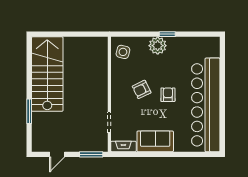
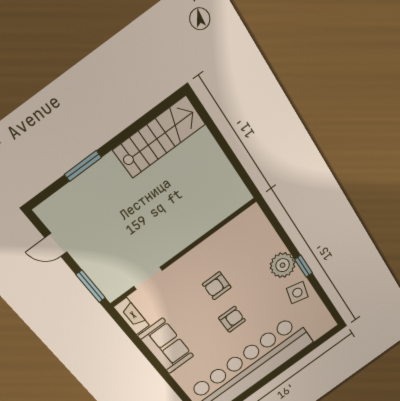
side table: (123, 52) -> (297, 293), moved
stairs: (47, 74) -> (159, 137), width x0.73, depth x0.66
armchair: (142, 89) -> (217, 286), turned -64

